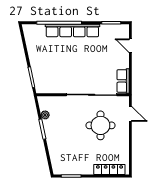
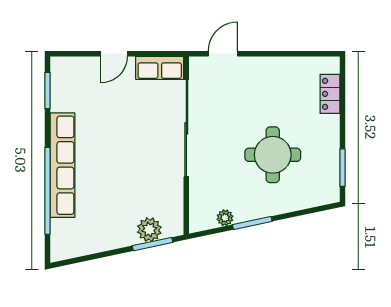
door: (130, 46) -> (114, 54), moved
plant: (39, 76) -> (149, 230), added
round table: (100, 125) -> (273, 155), moved
locker: (109, 169) -> (330, 94), width x0.66

